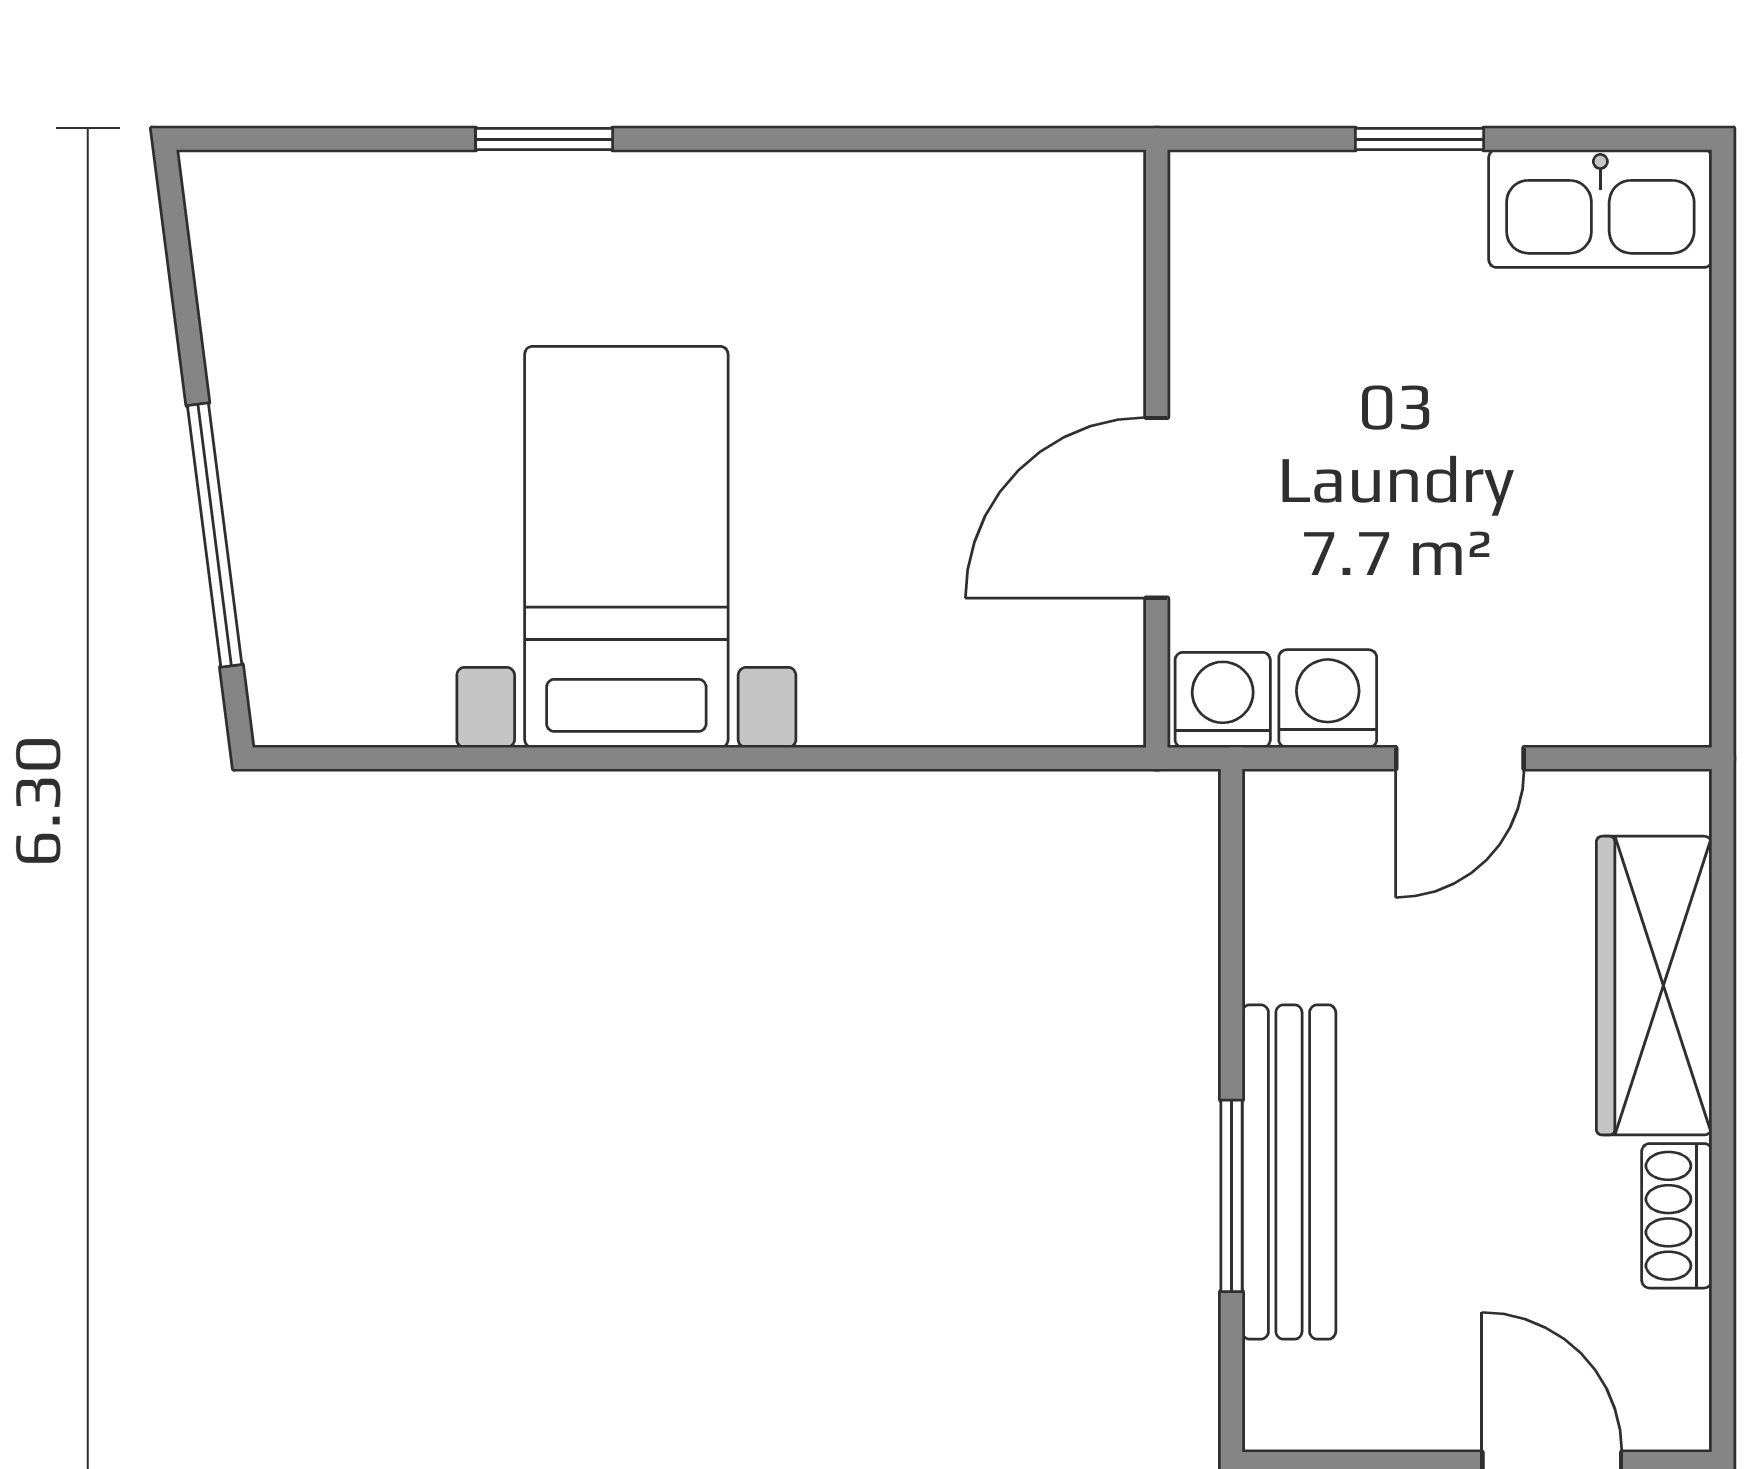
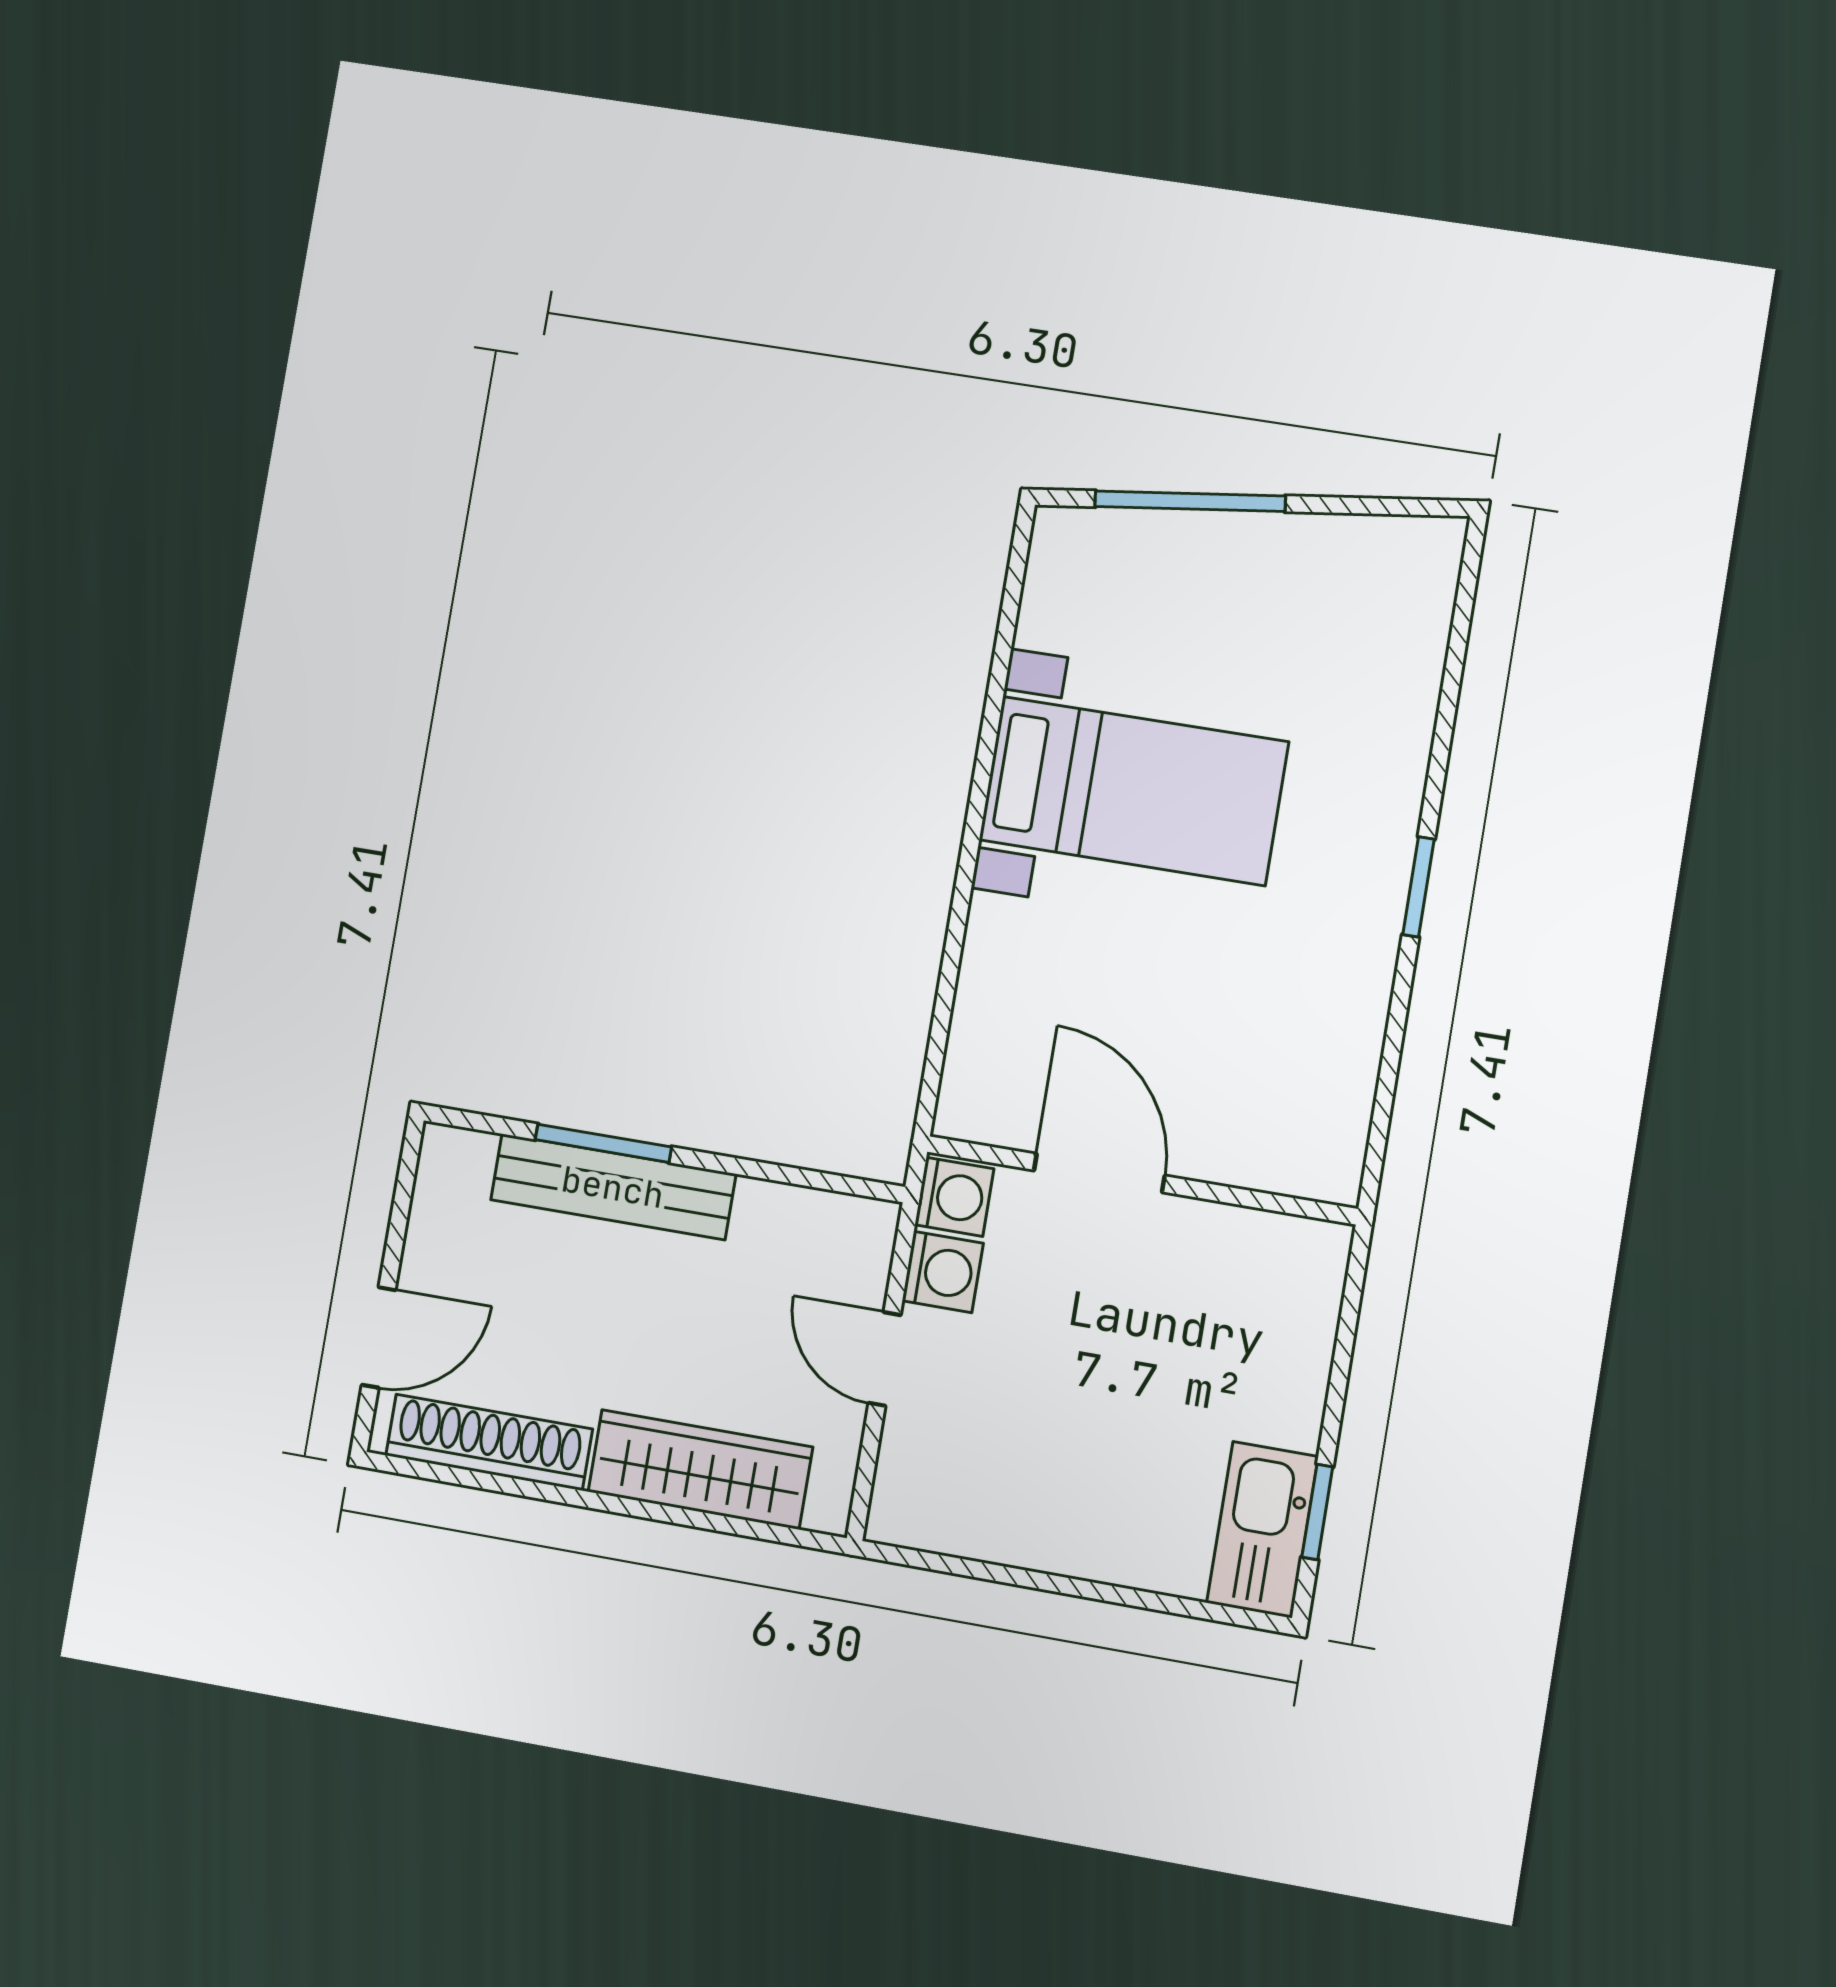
window: (544, 139) -> (1418, 887), moved
window: (1420, 139) -> (1317, 1512), moved
shoe rack: (1677, 1216) -> (489, 1442), width x1.94, depth x1.24

